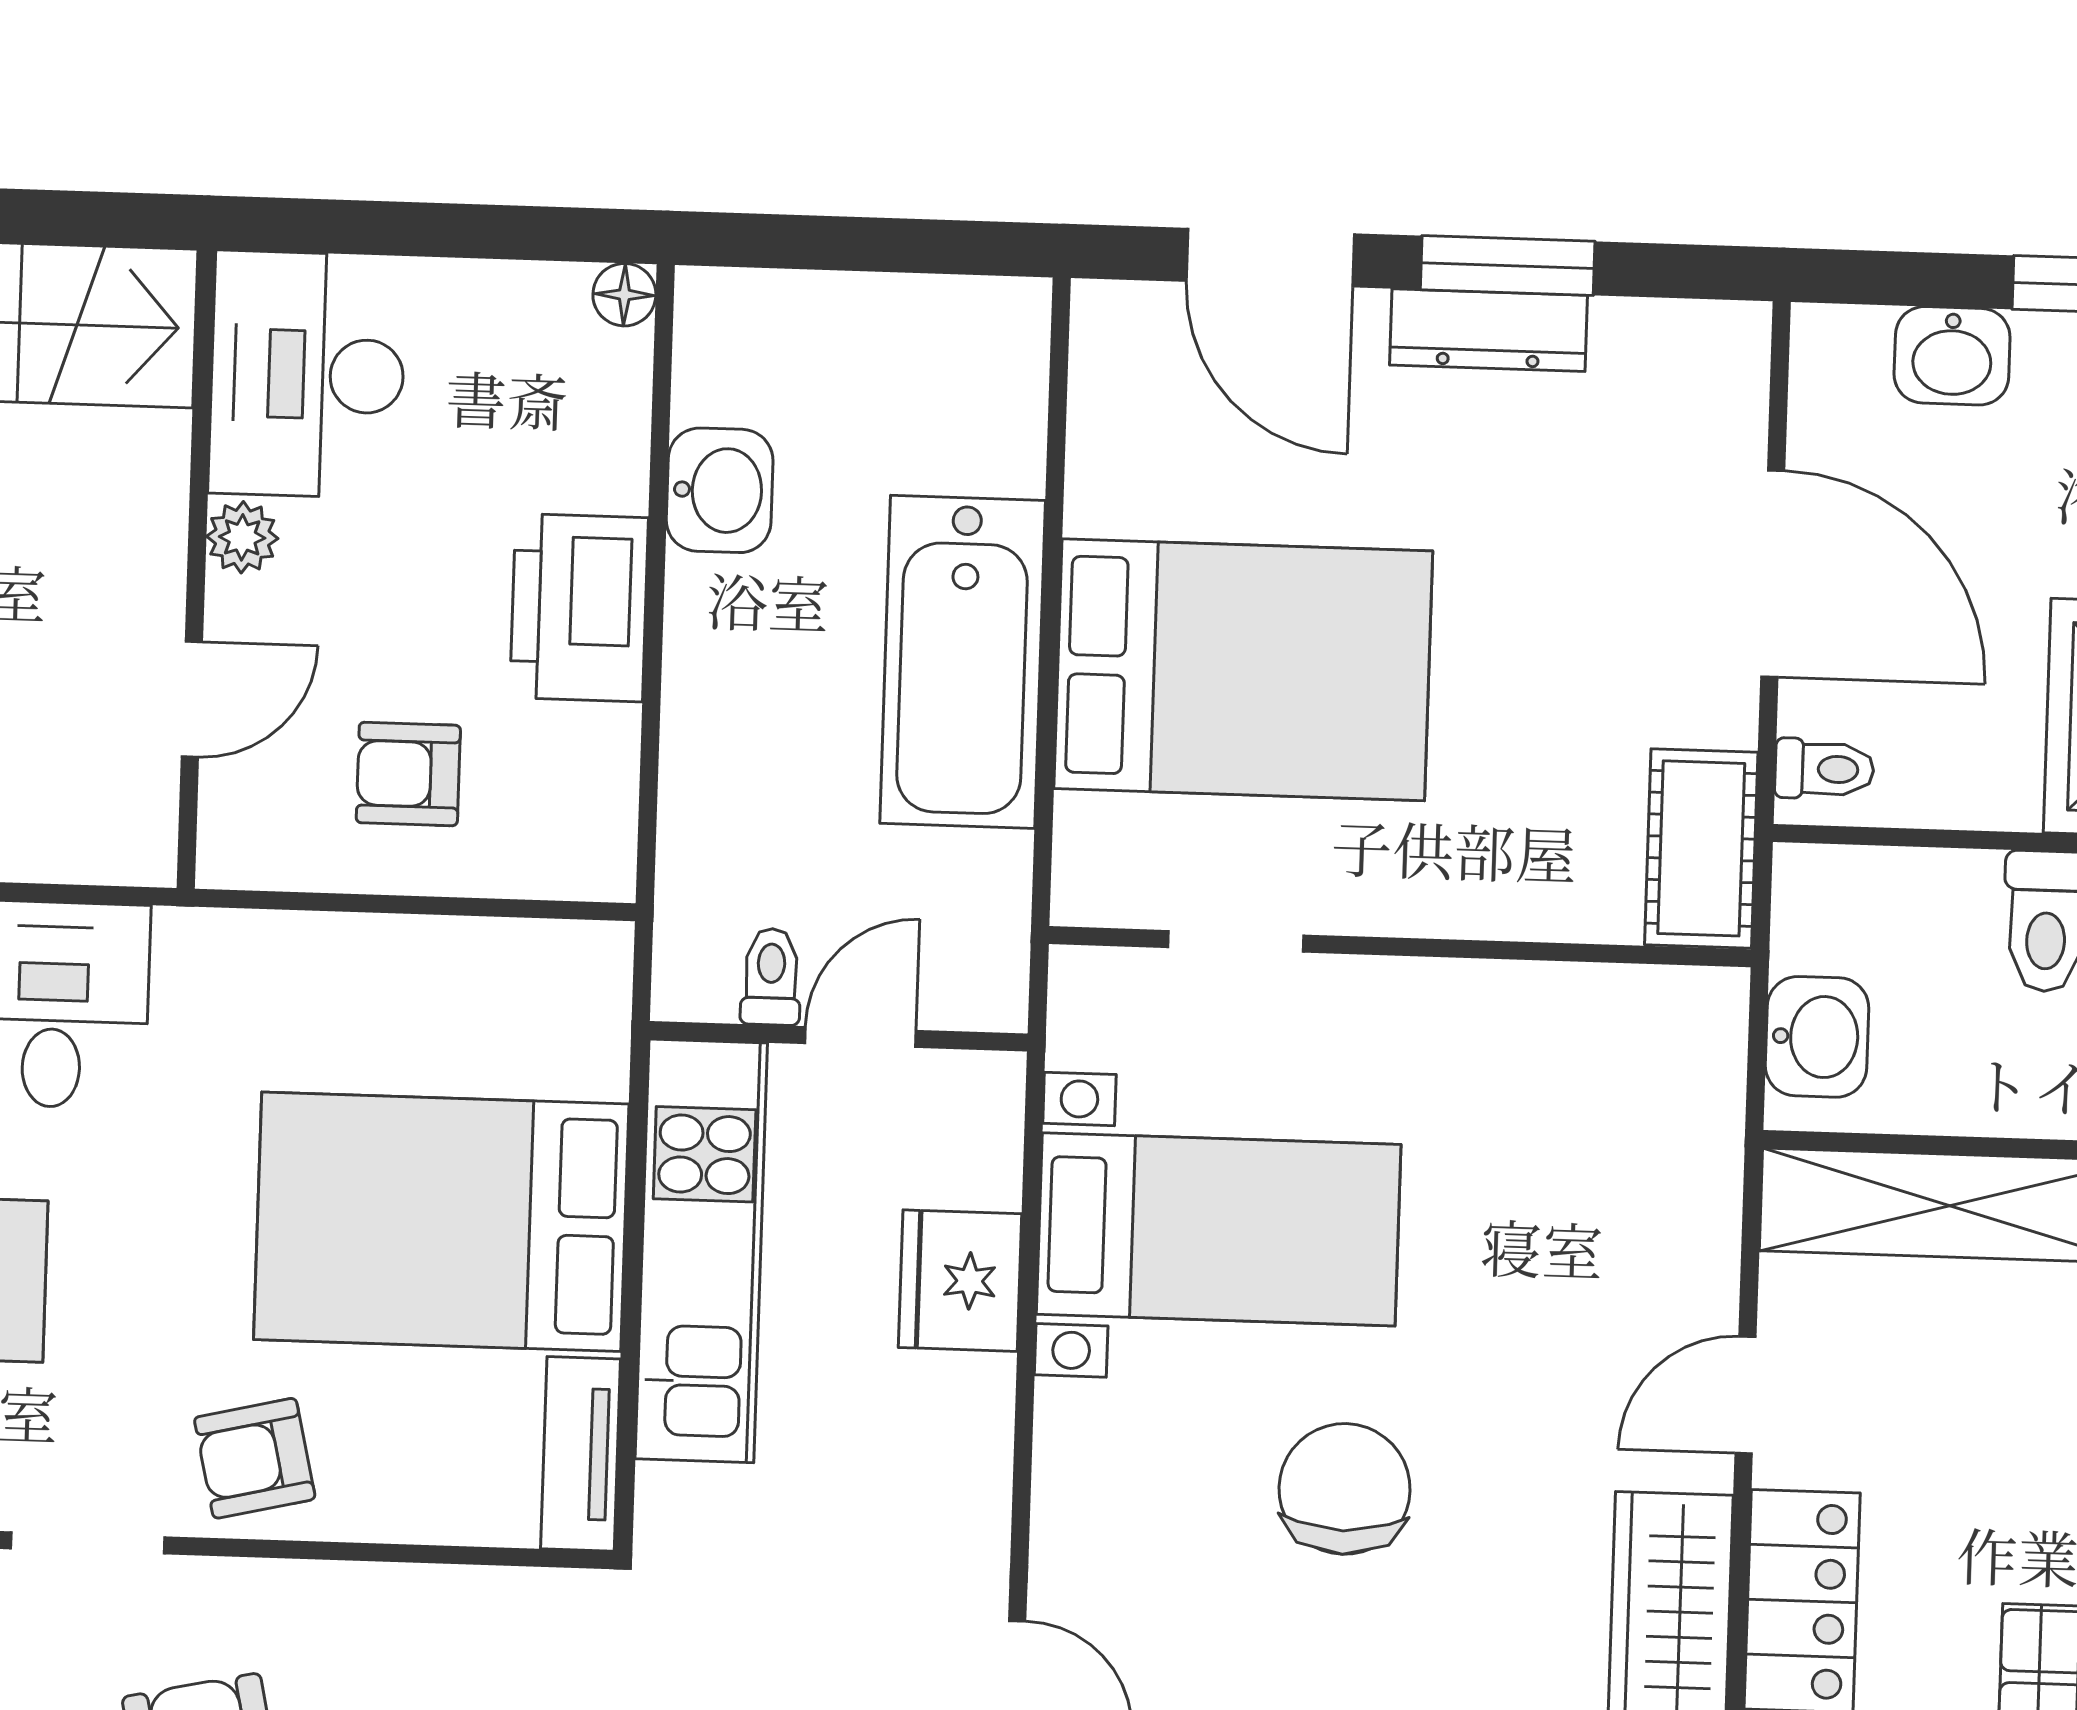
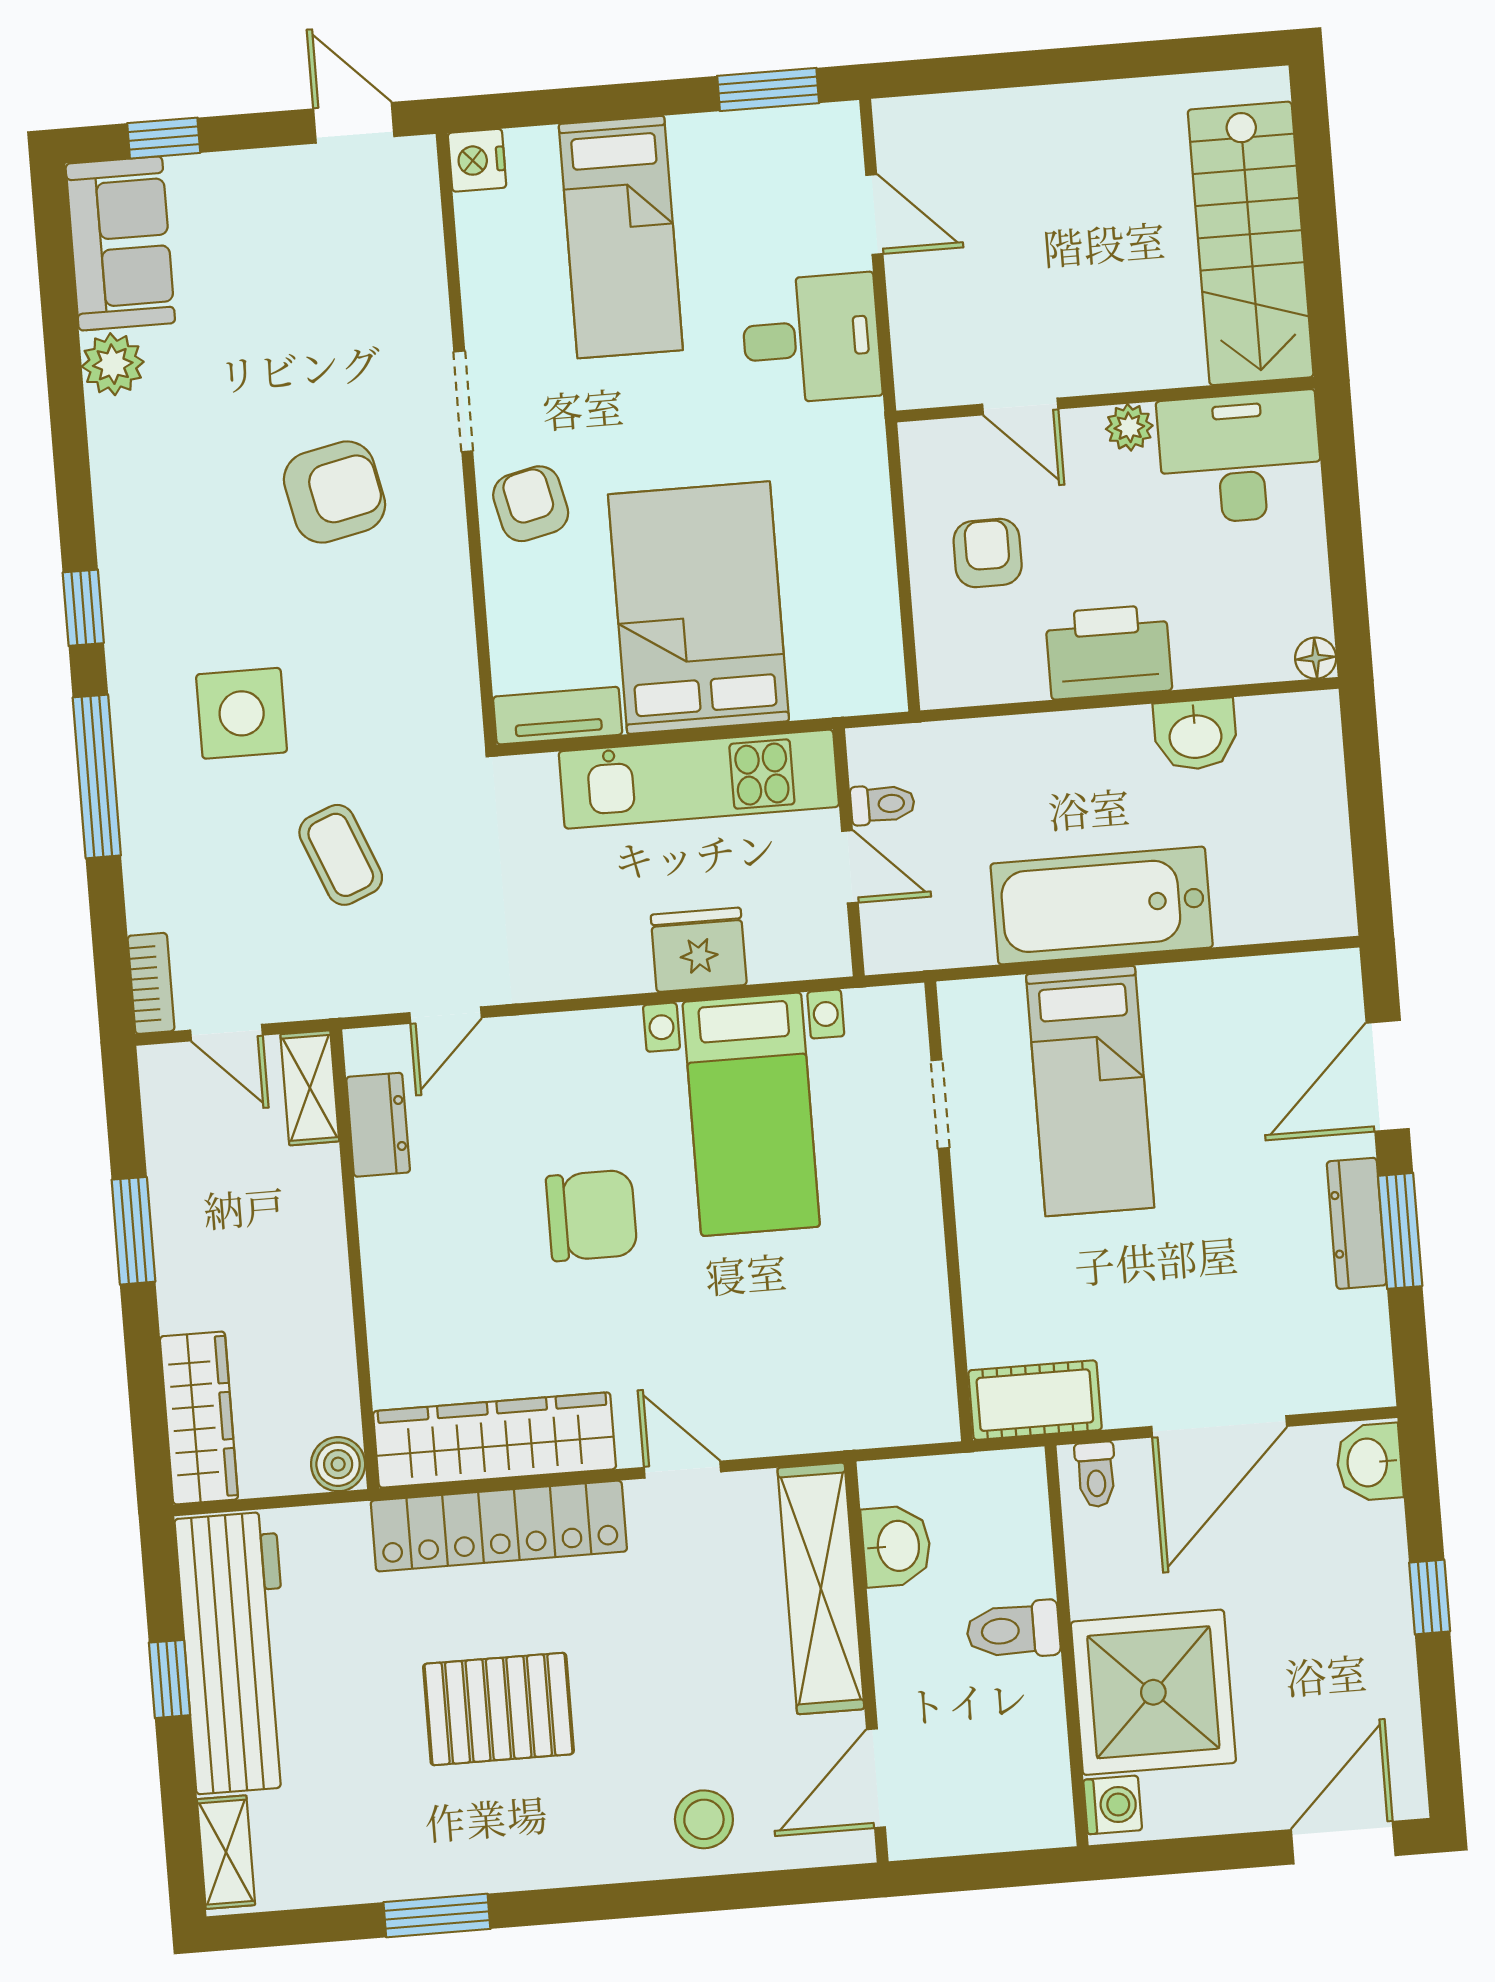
washbasin: (1952, 356) -> (1369, 1462), moved
bed: (1243, 670) -> (1090, 1091), width x0.67
washbasin: (1817, 1037) -> (896, 1546), moved, turned -90

